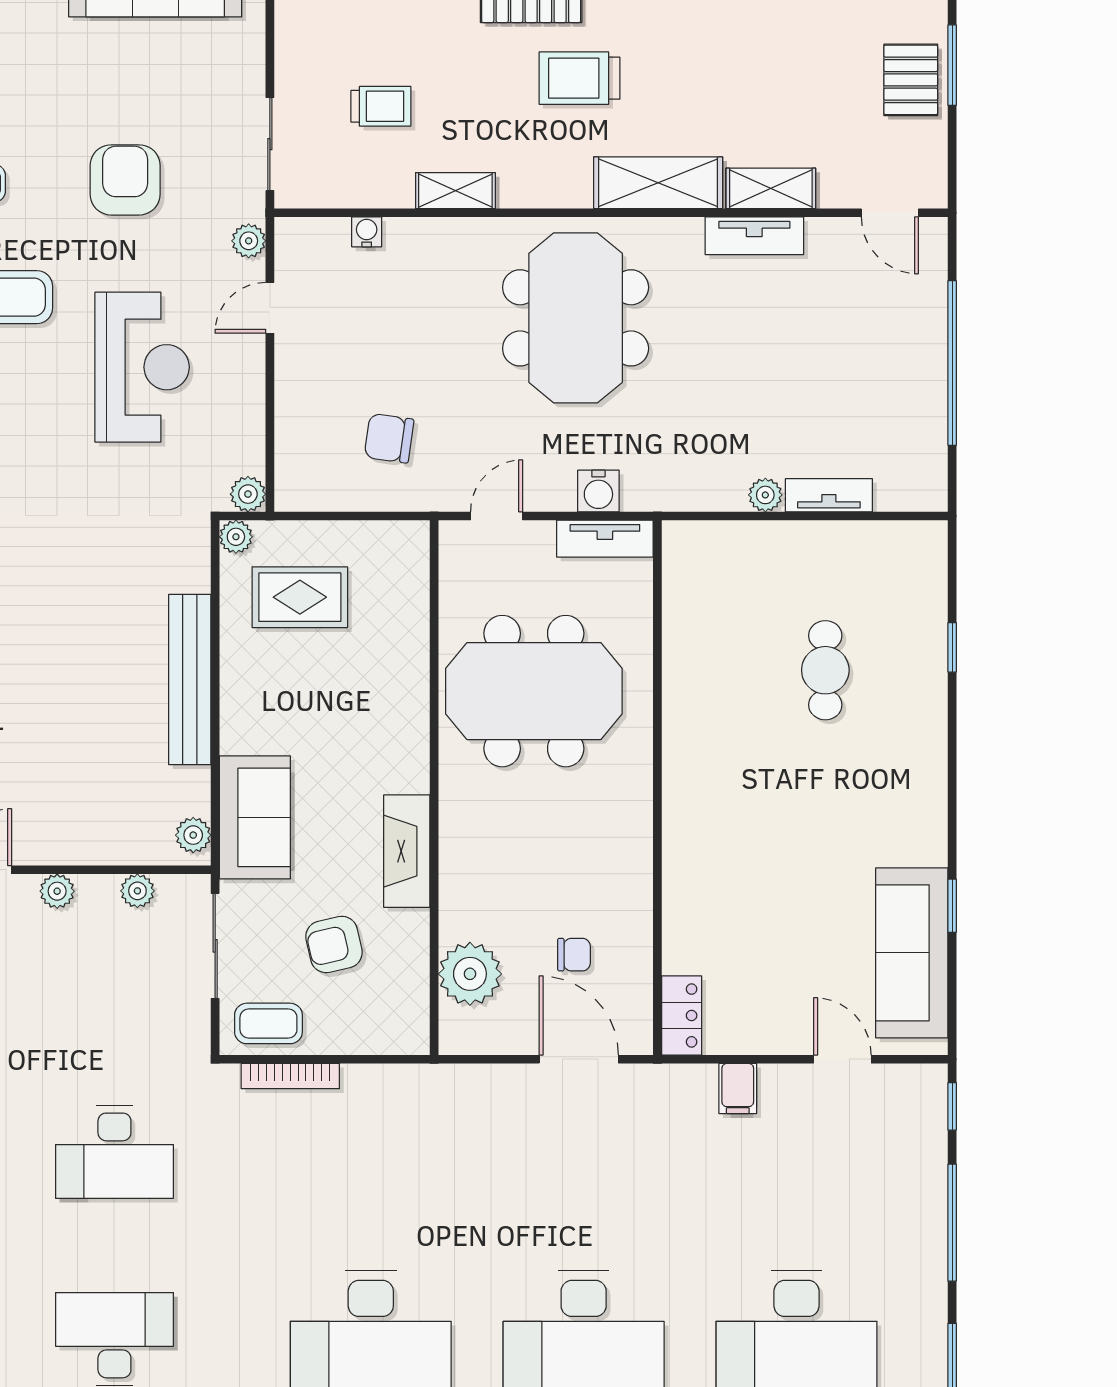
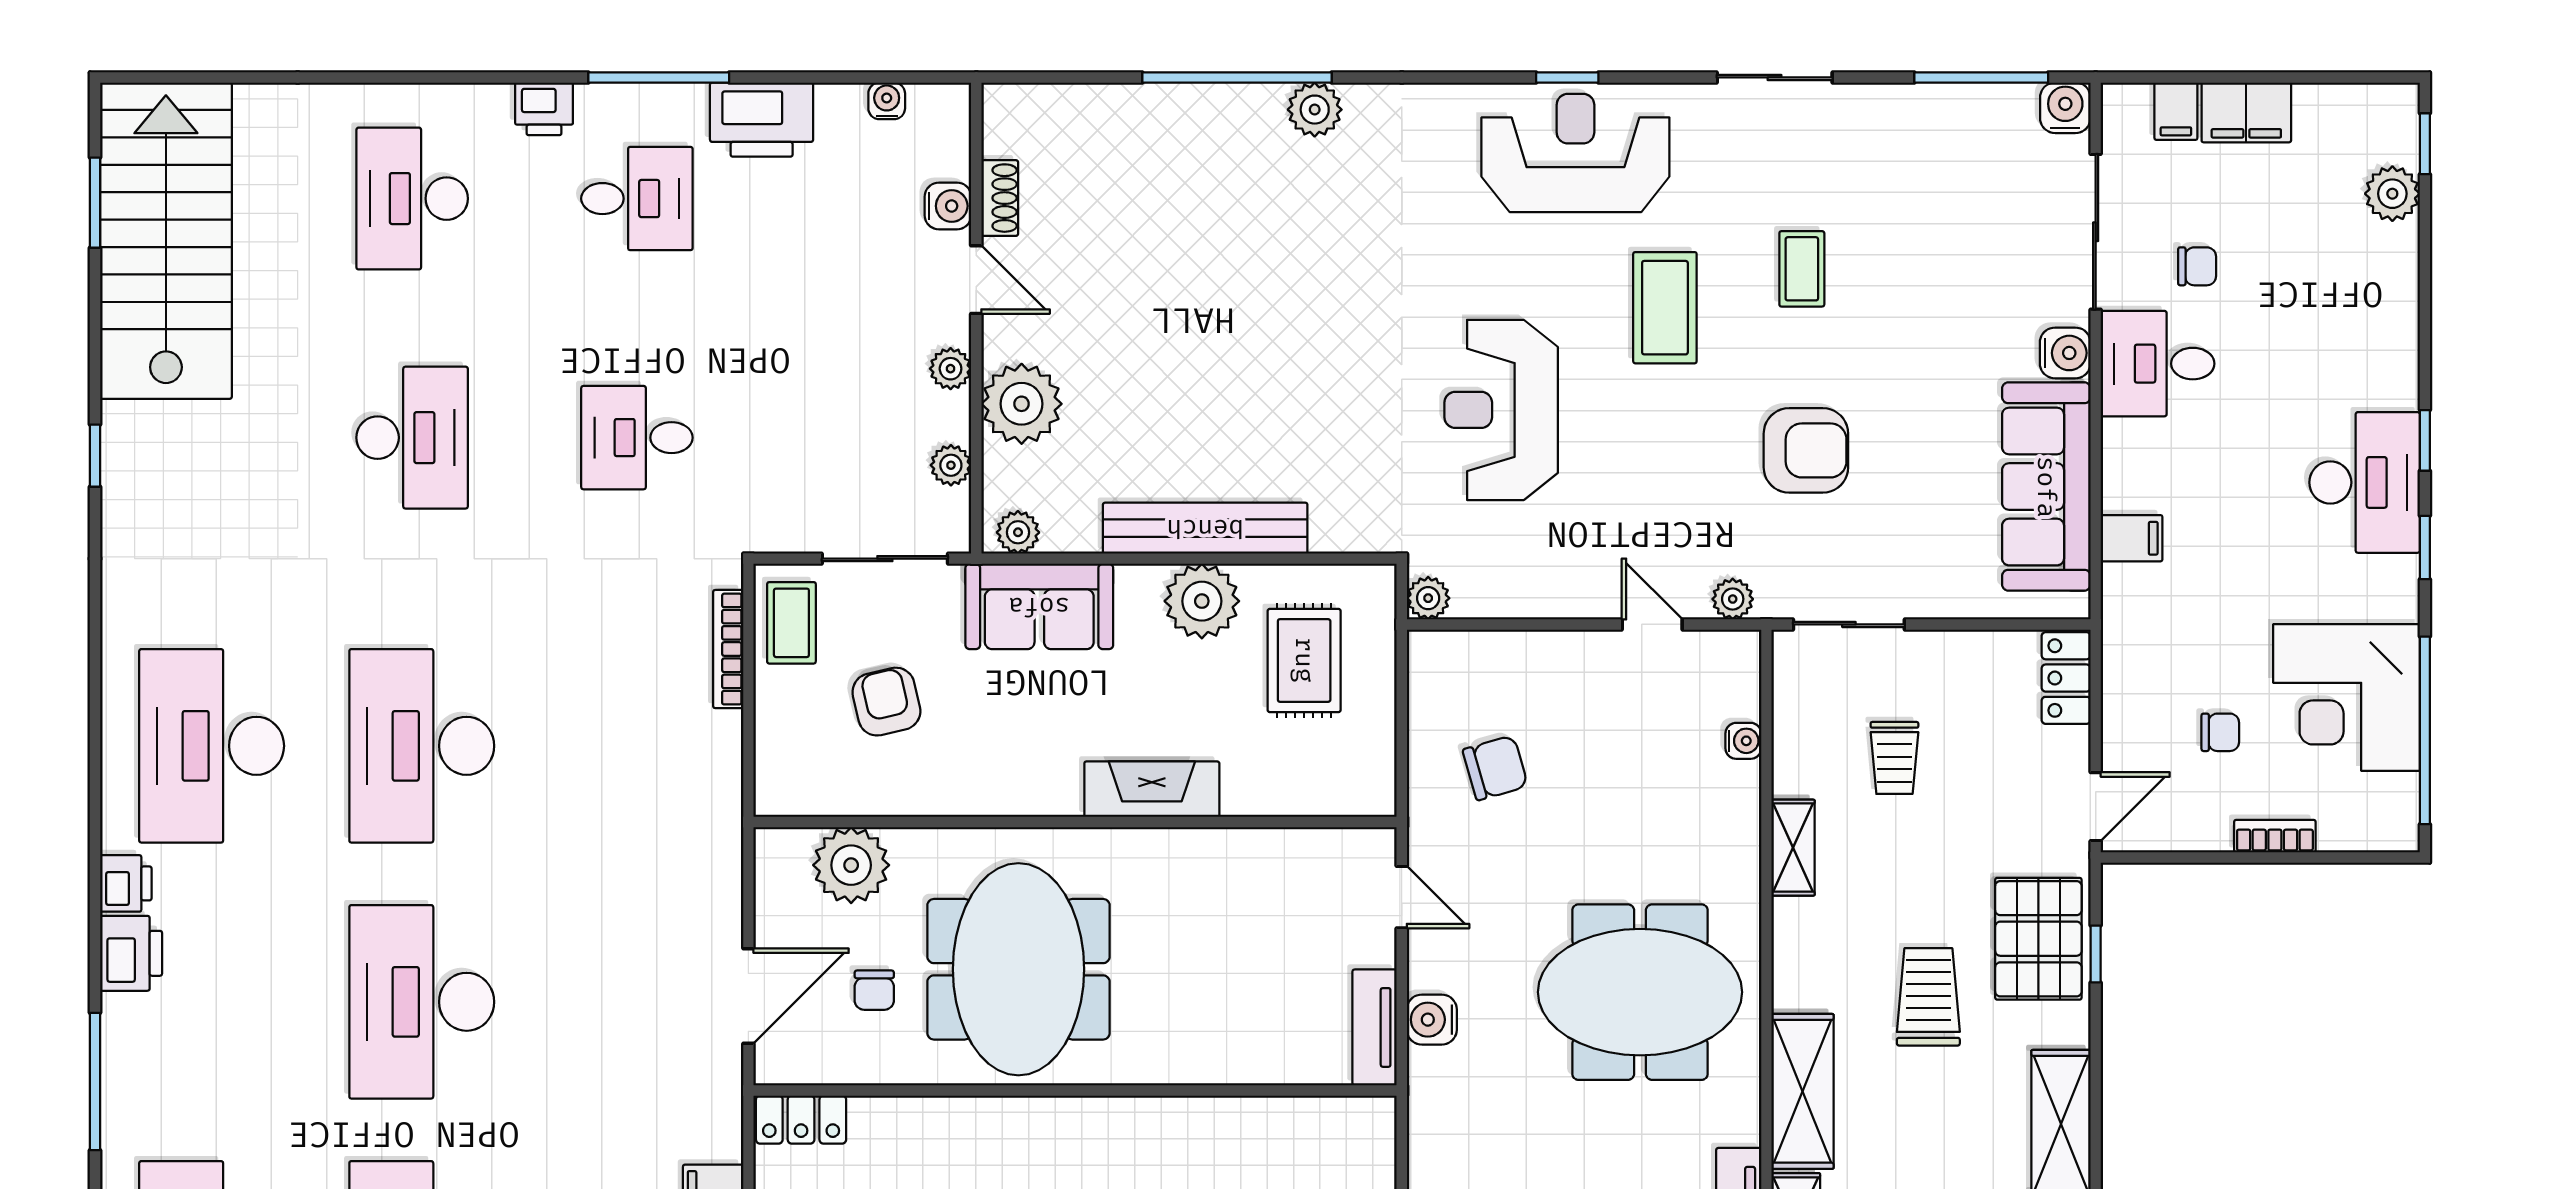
reception desk: (142, 367) -> (1501, 410), moved, turned 90
chair: (389, 438) -> (1495, 768), turned 66
plant: (236, 537) -> (1202, 601), moved, width x1.87, depth x1.87
meeting table: (534, 691) -> (1018, 969), moved
plant: (86, 832) -> (1022, 404), added
fireplace: (407, 851) -> (1152, 789), moved
desk: (114, 1152) -> (637, 438), width x0.73

